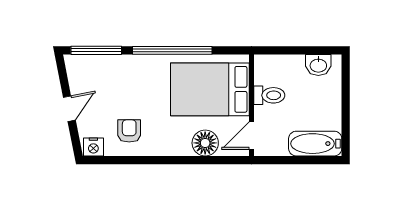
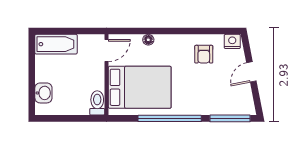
washbasin: (318, 65) -> (43, 93), moved, turned 90
toilet: (269, 95) -> (97, 103), moved, turned 90
floor lamp: (205, 143) -> (148, 40), width x0.53, depth x0.53

